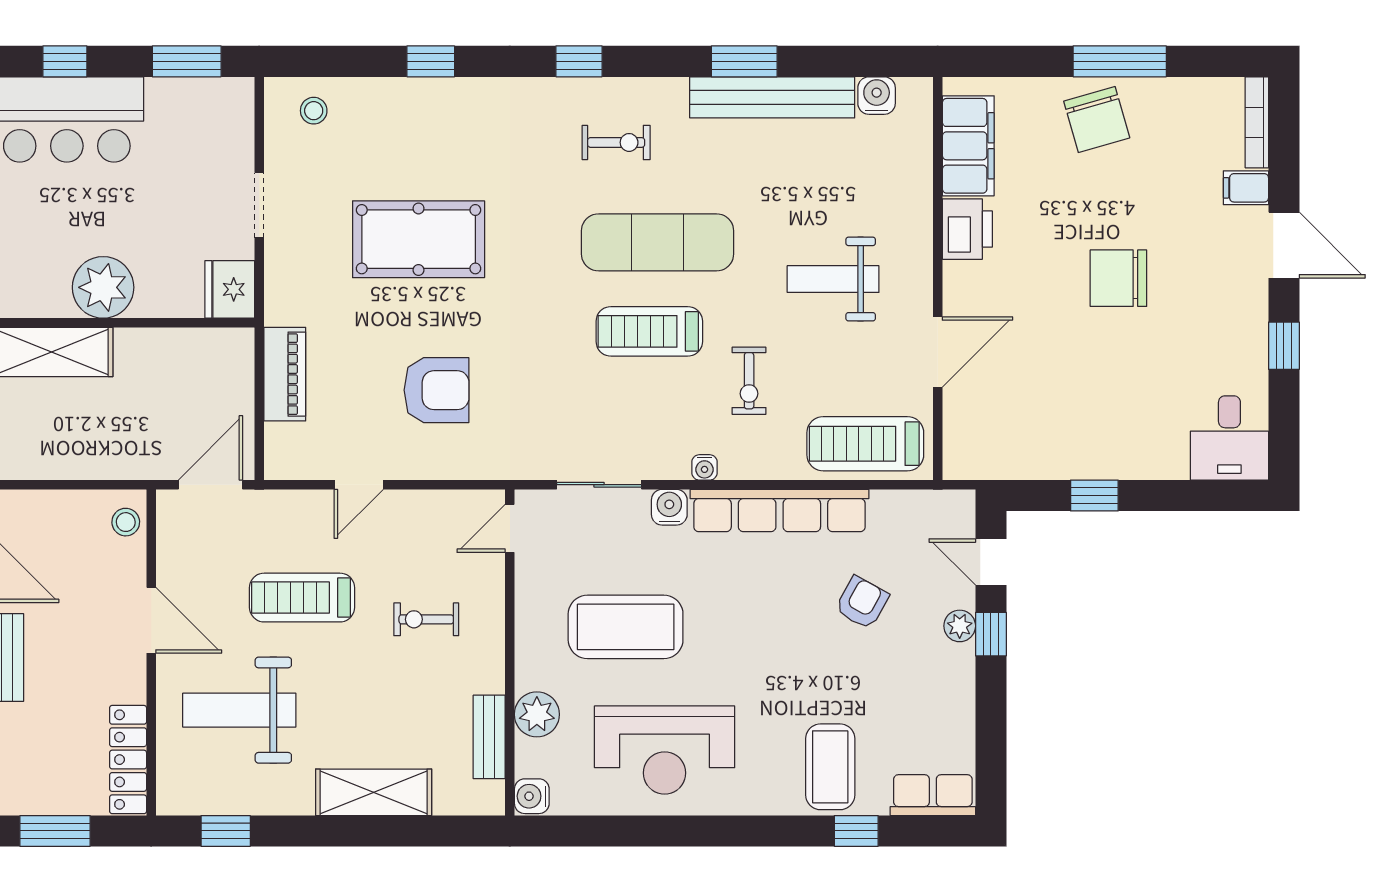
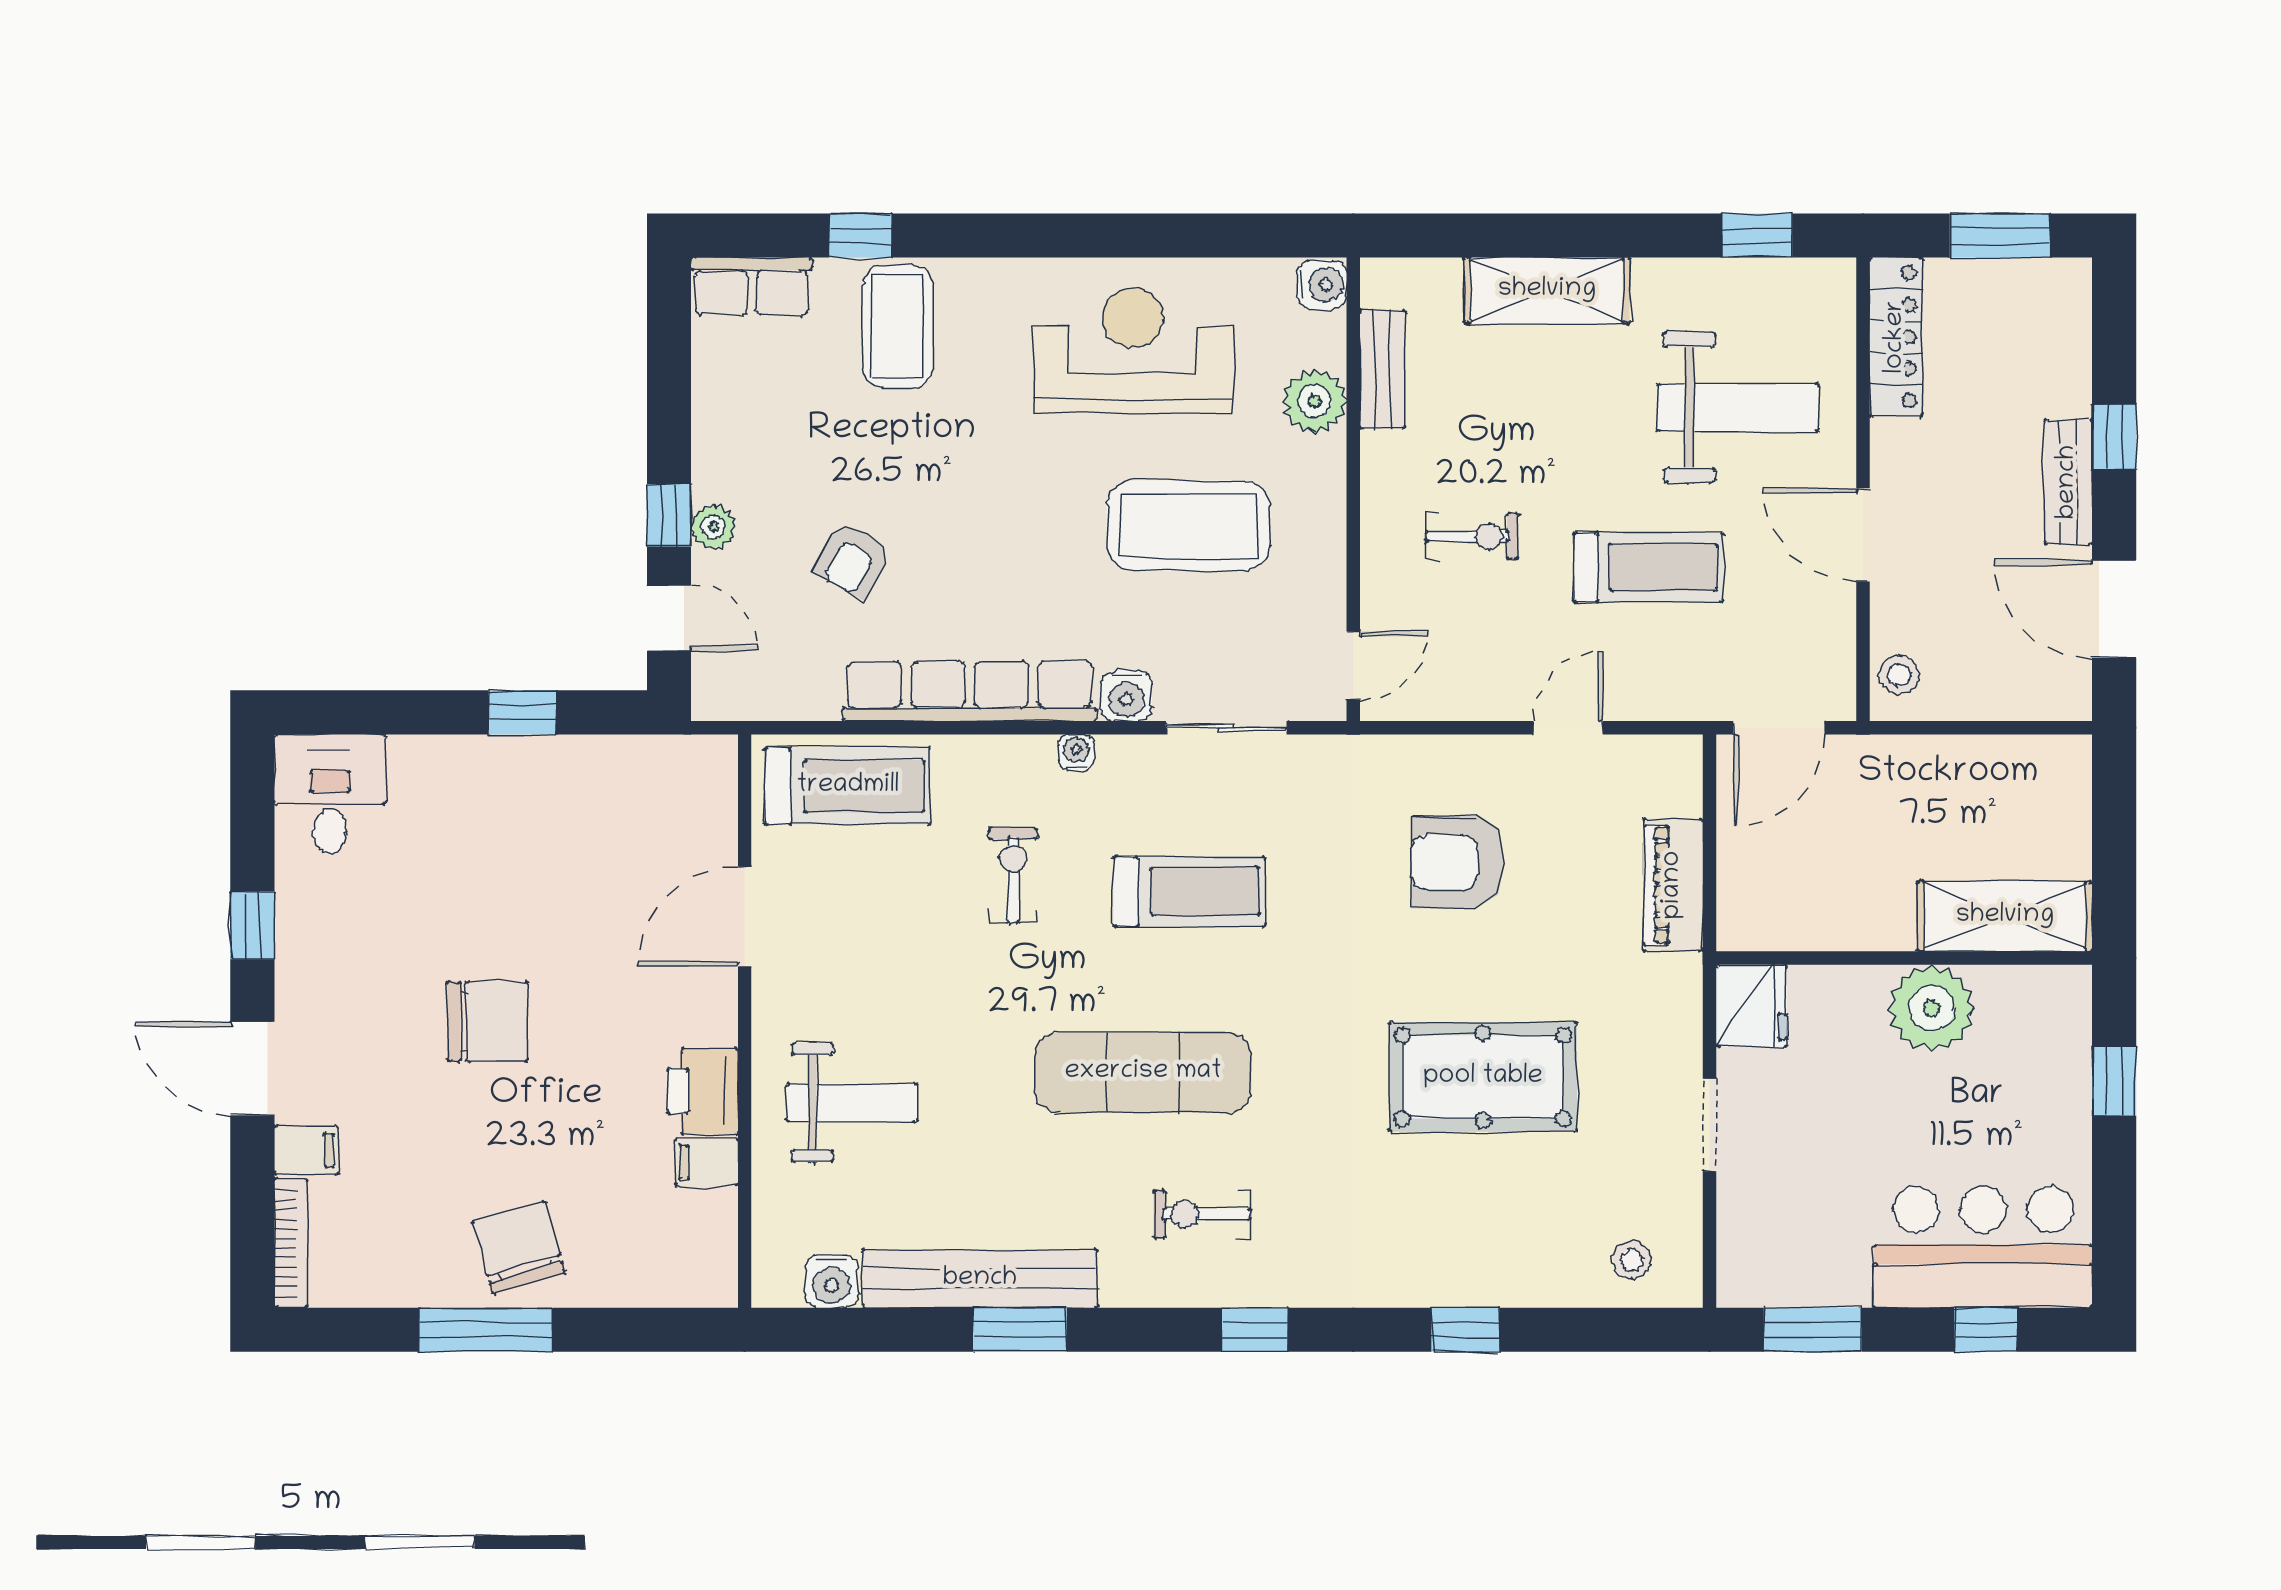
filing cabinet: (968, 146) -> (707, 1162), width x0.33, depth x0.86
weight bench: (833, 279) -> (852, 1102), moved
treadmill: (649, 331) -> (1190, 891), moved

